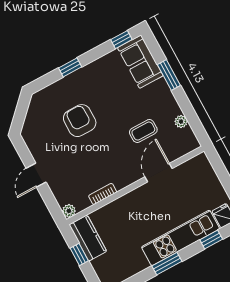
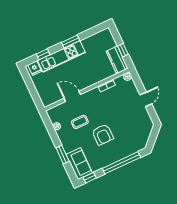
window: (70, 67) -> (121, 163), width x3.17
armchair: (80, 121) -> (103, 134), moved
door: (158, 173) -> (72, 96), swing flipped

